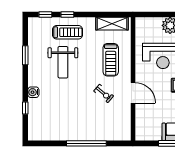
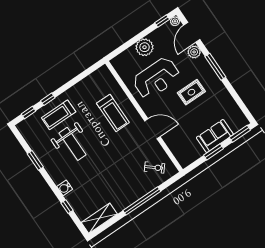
shelving: (112, 24) -> (99, 218), moved
treadmill: (67, 32) -> (59, 115), turned 180
exercise bike: (104, 93) -> (154, 167), moved

